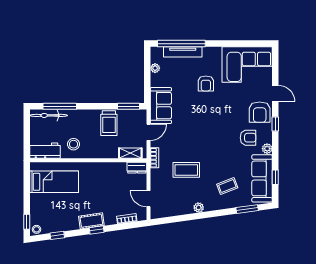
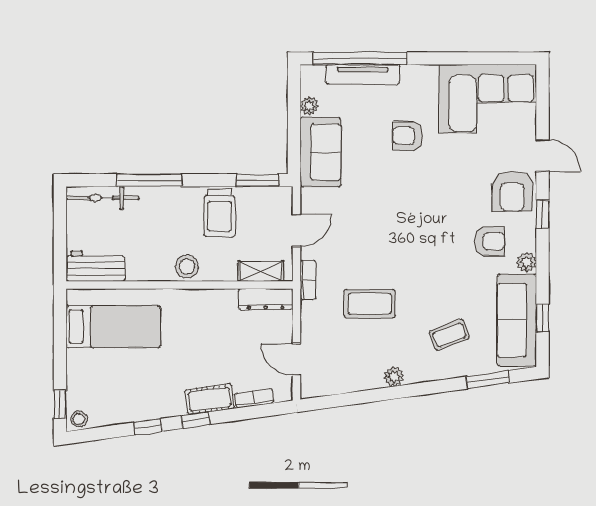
armchair: (206, 83) -> (408, 136), turned 90
window: (60, 106) -> (149, 180), moved
sofa: (161, 106) -> (320, 152), moved
stool: (74, 144) -> (187, 267), moved
dresser: (137, 168) -> (266, 299), width x1.44
cot: (91, 221) -> (210, 399), moved
window: (57, 235) -> (148, 427), moved

